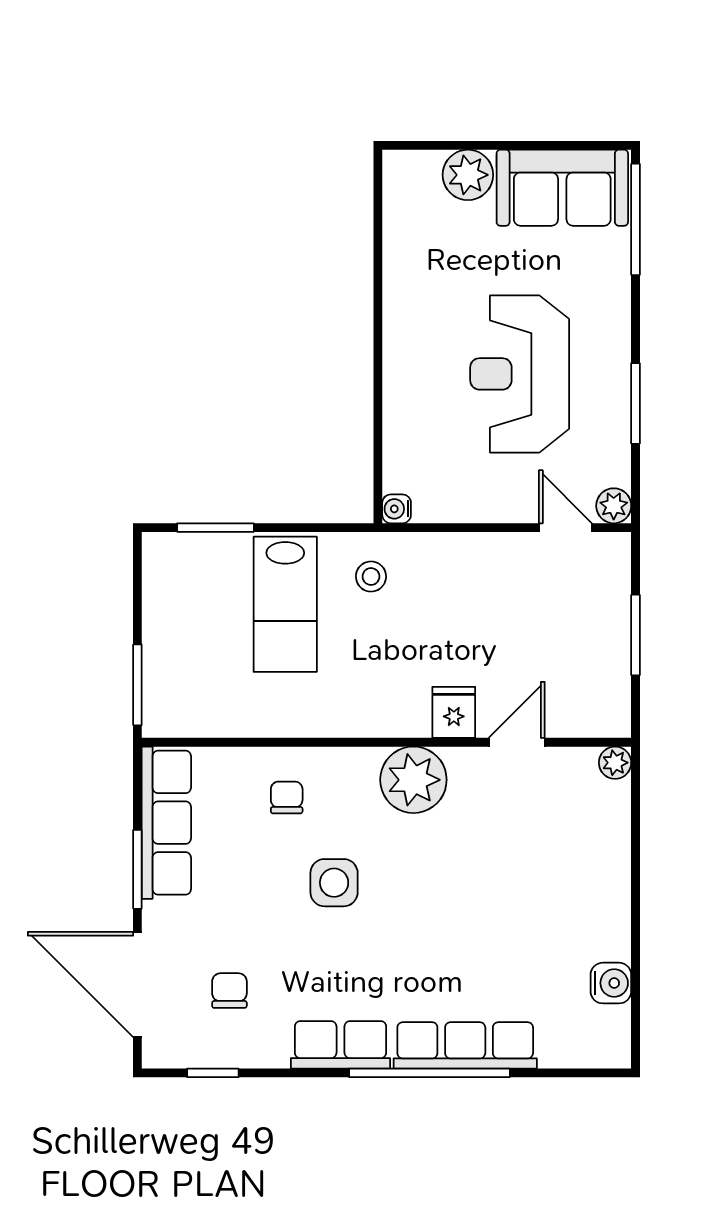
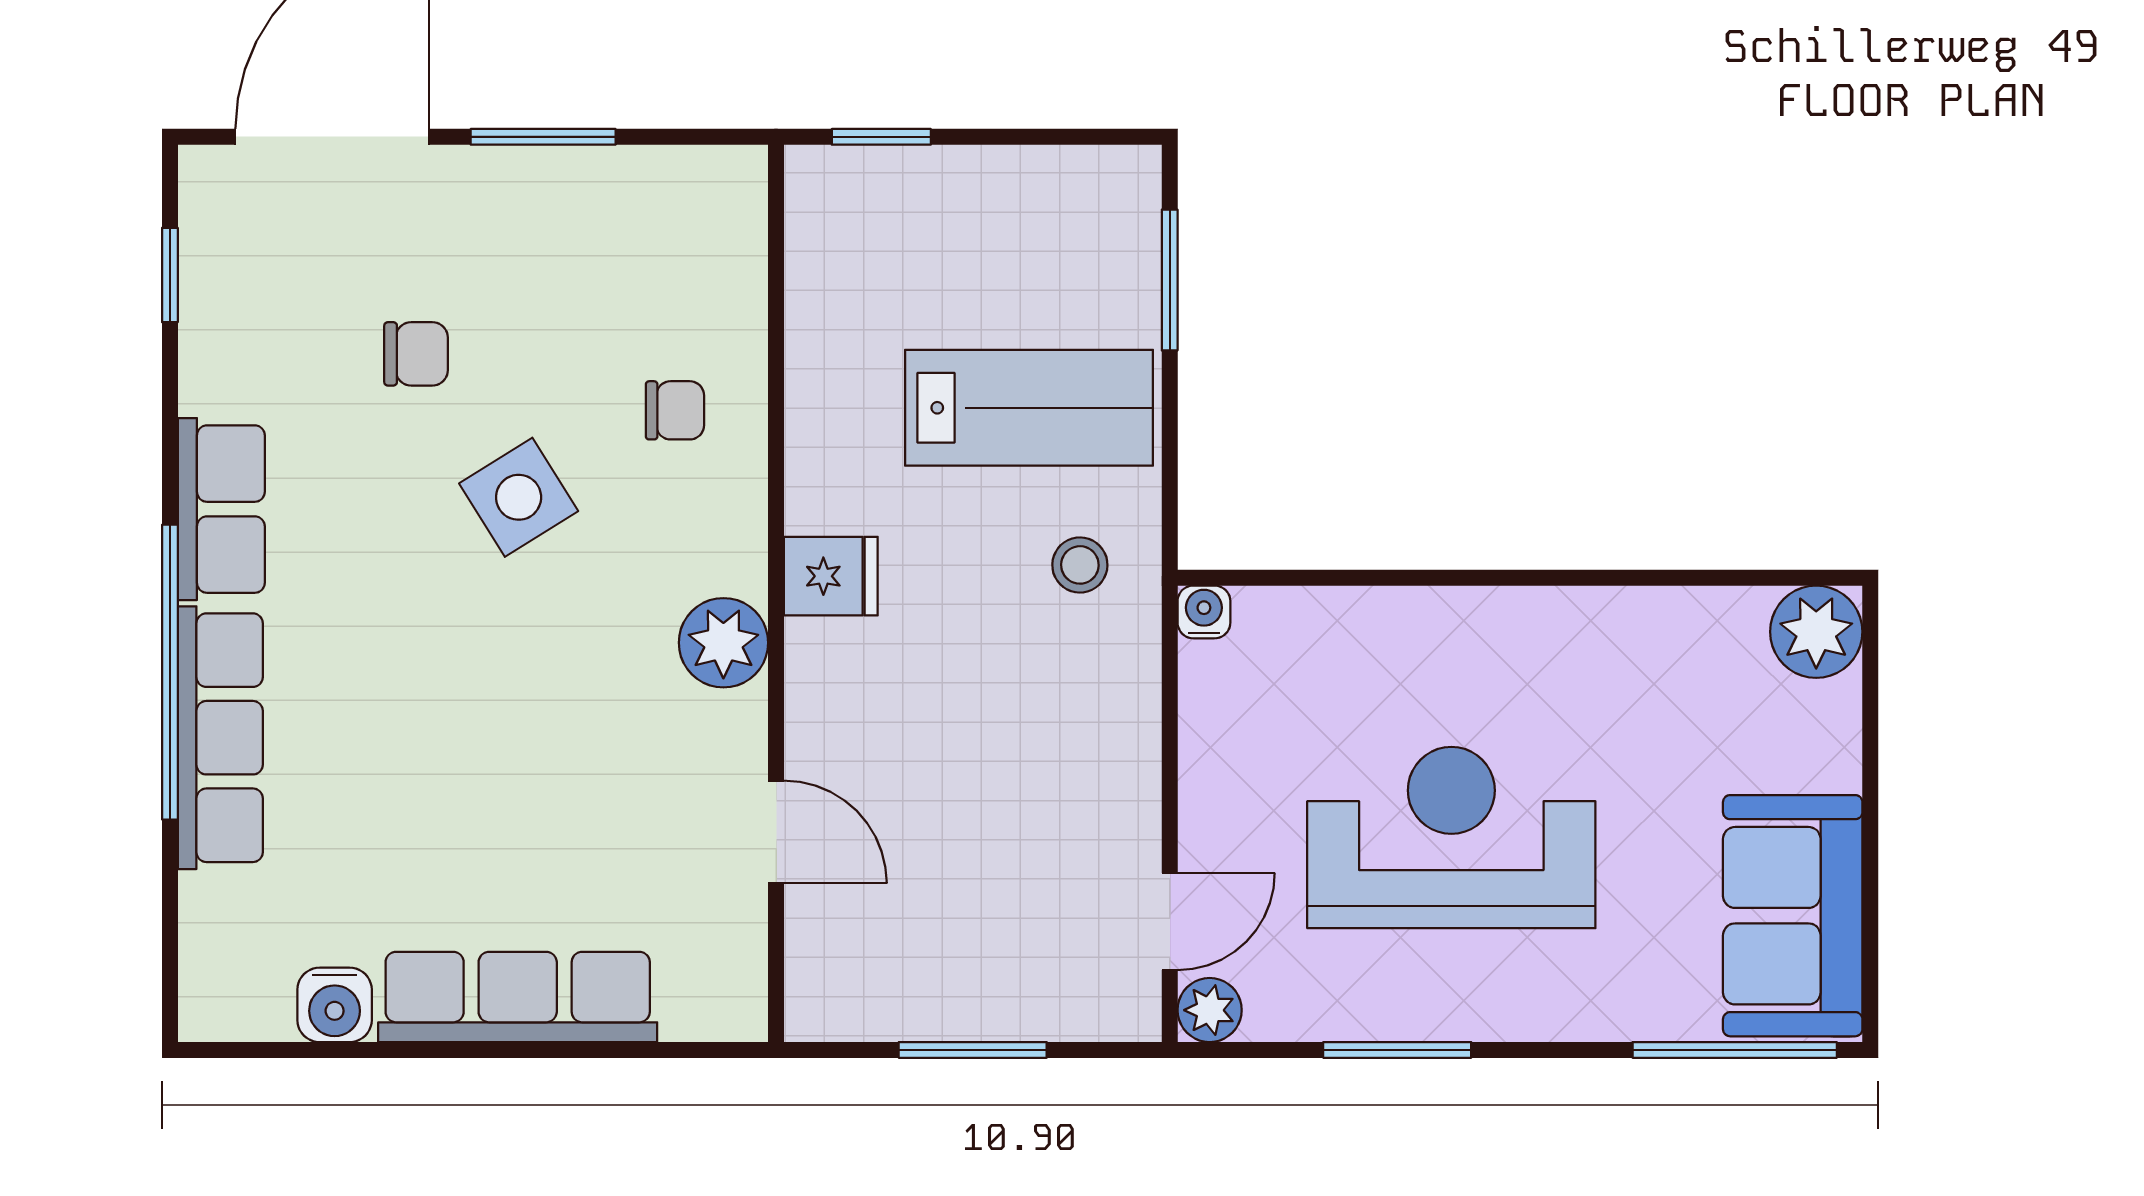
plant: (468, 175) -> (1816, 632), moved
lab bench: (285, 604) -> (1029, 408), turned 180
window: (137, 685) -> (881, 137), width x0.67
fridge: (454, 712) -> (831, 576), moved
plant: (615, 763) -> (739, 1012), removed
plant: (413, 780) -> (723, 643), width x0.73, depth x0.73
row of seats: (166, 823) -> (518, 997), moved, turned 180
side table: (334, 883) -> (519, 497), turned -32
chair: (229, 991) -> (416, 354), moved

